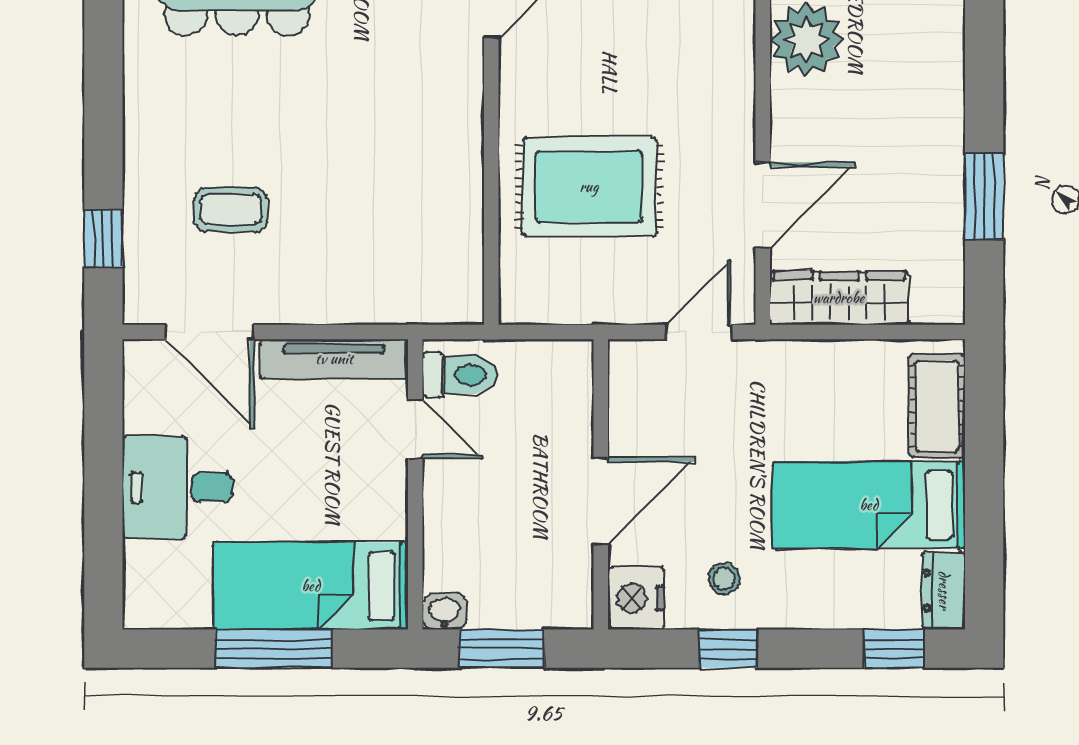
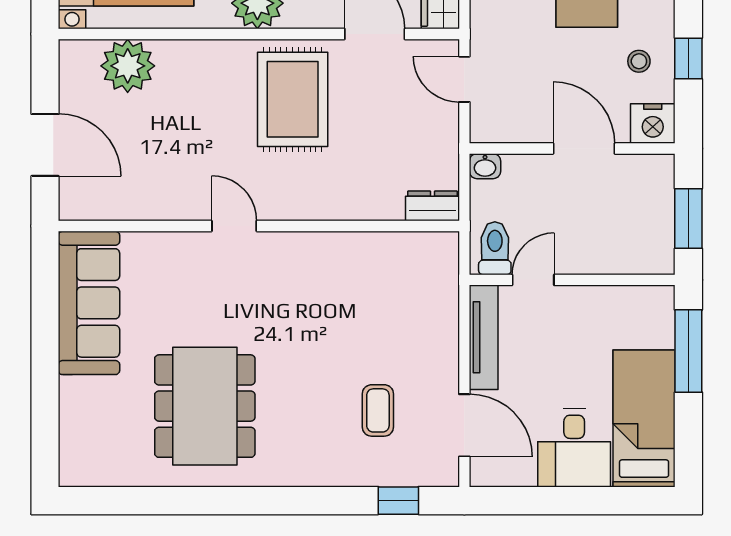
rug: (589, 187) -> (293, 99), moved
dresser: (520, 287) -> (432, 206), added
door: (210, 332) -> (464, 425), hinge flipped
bed: (311, 586) -> (644, 418), moved, turned 180
washbasin: (444, 612) -> (485, 166), moved, turned -90
window: (274, 649) -> (688, 351), moved

